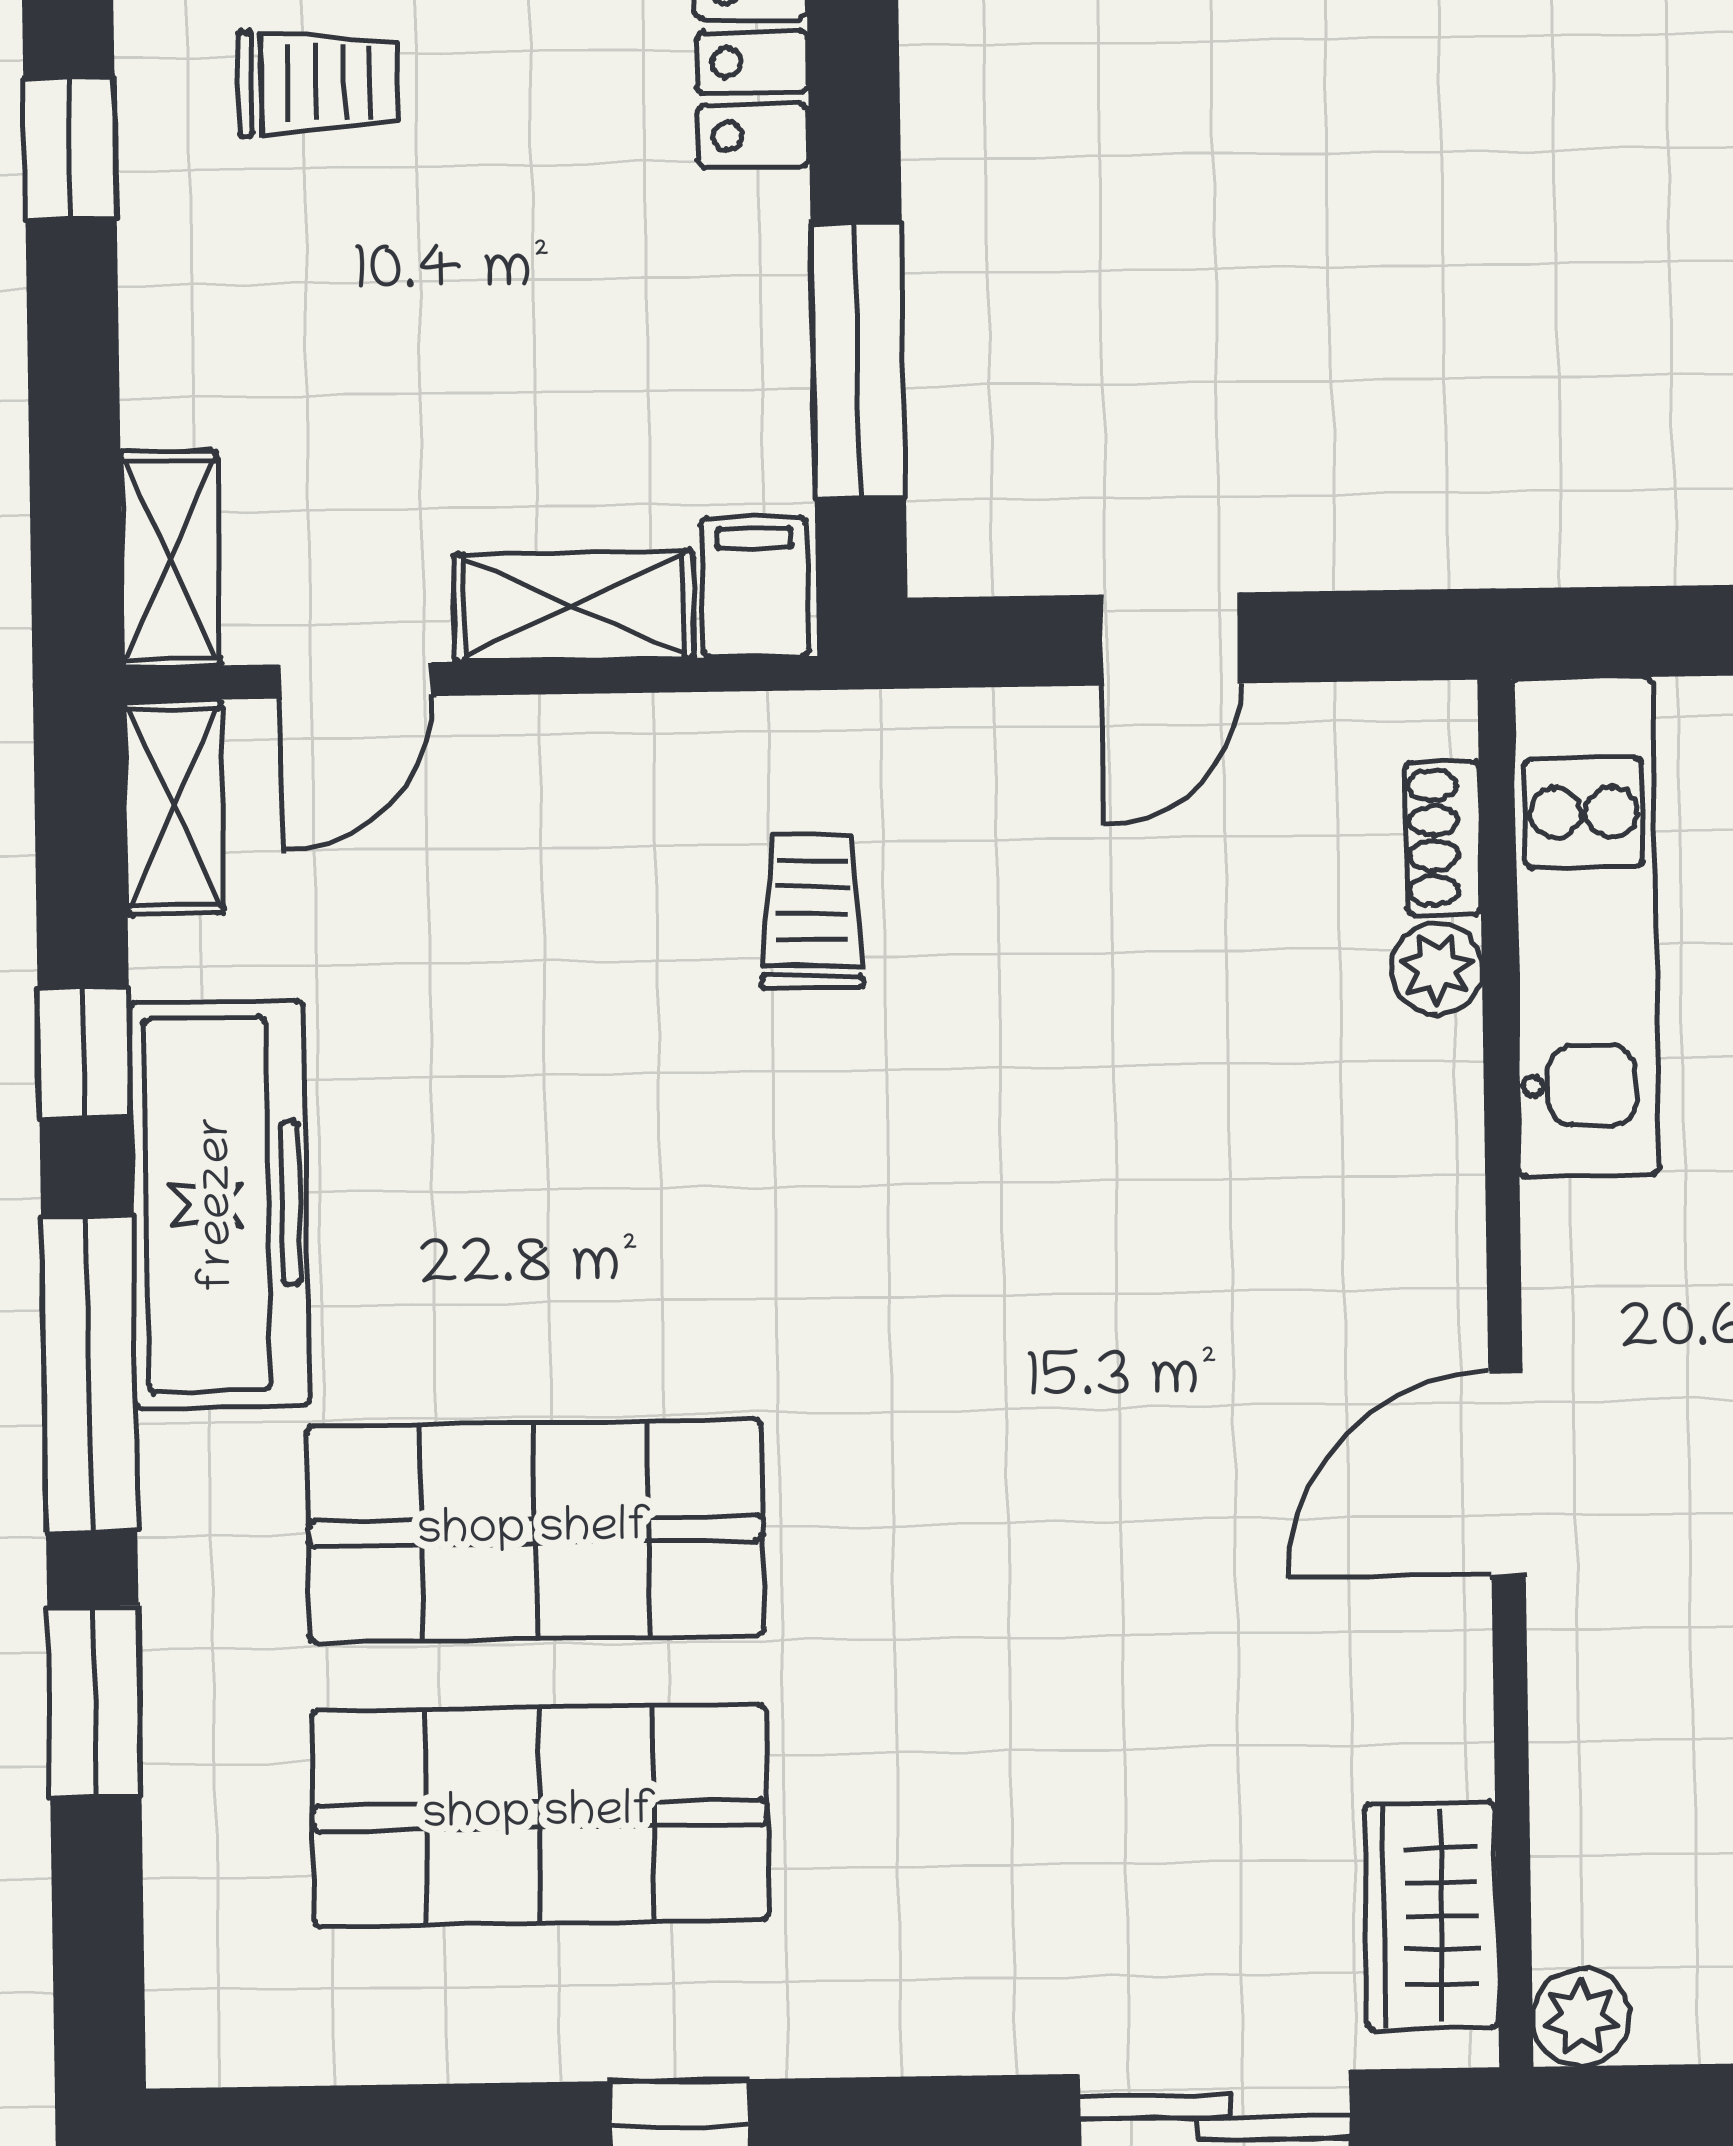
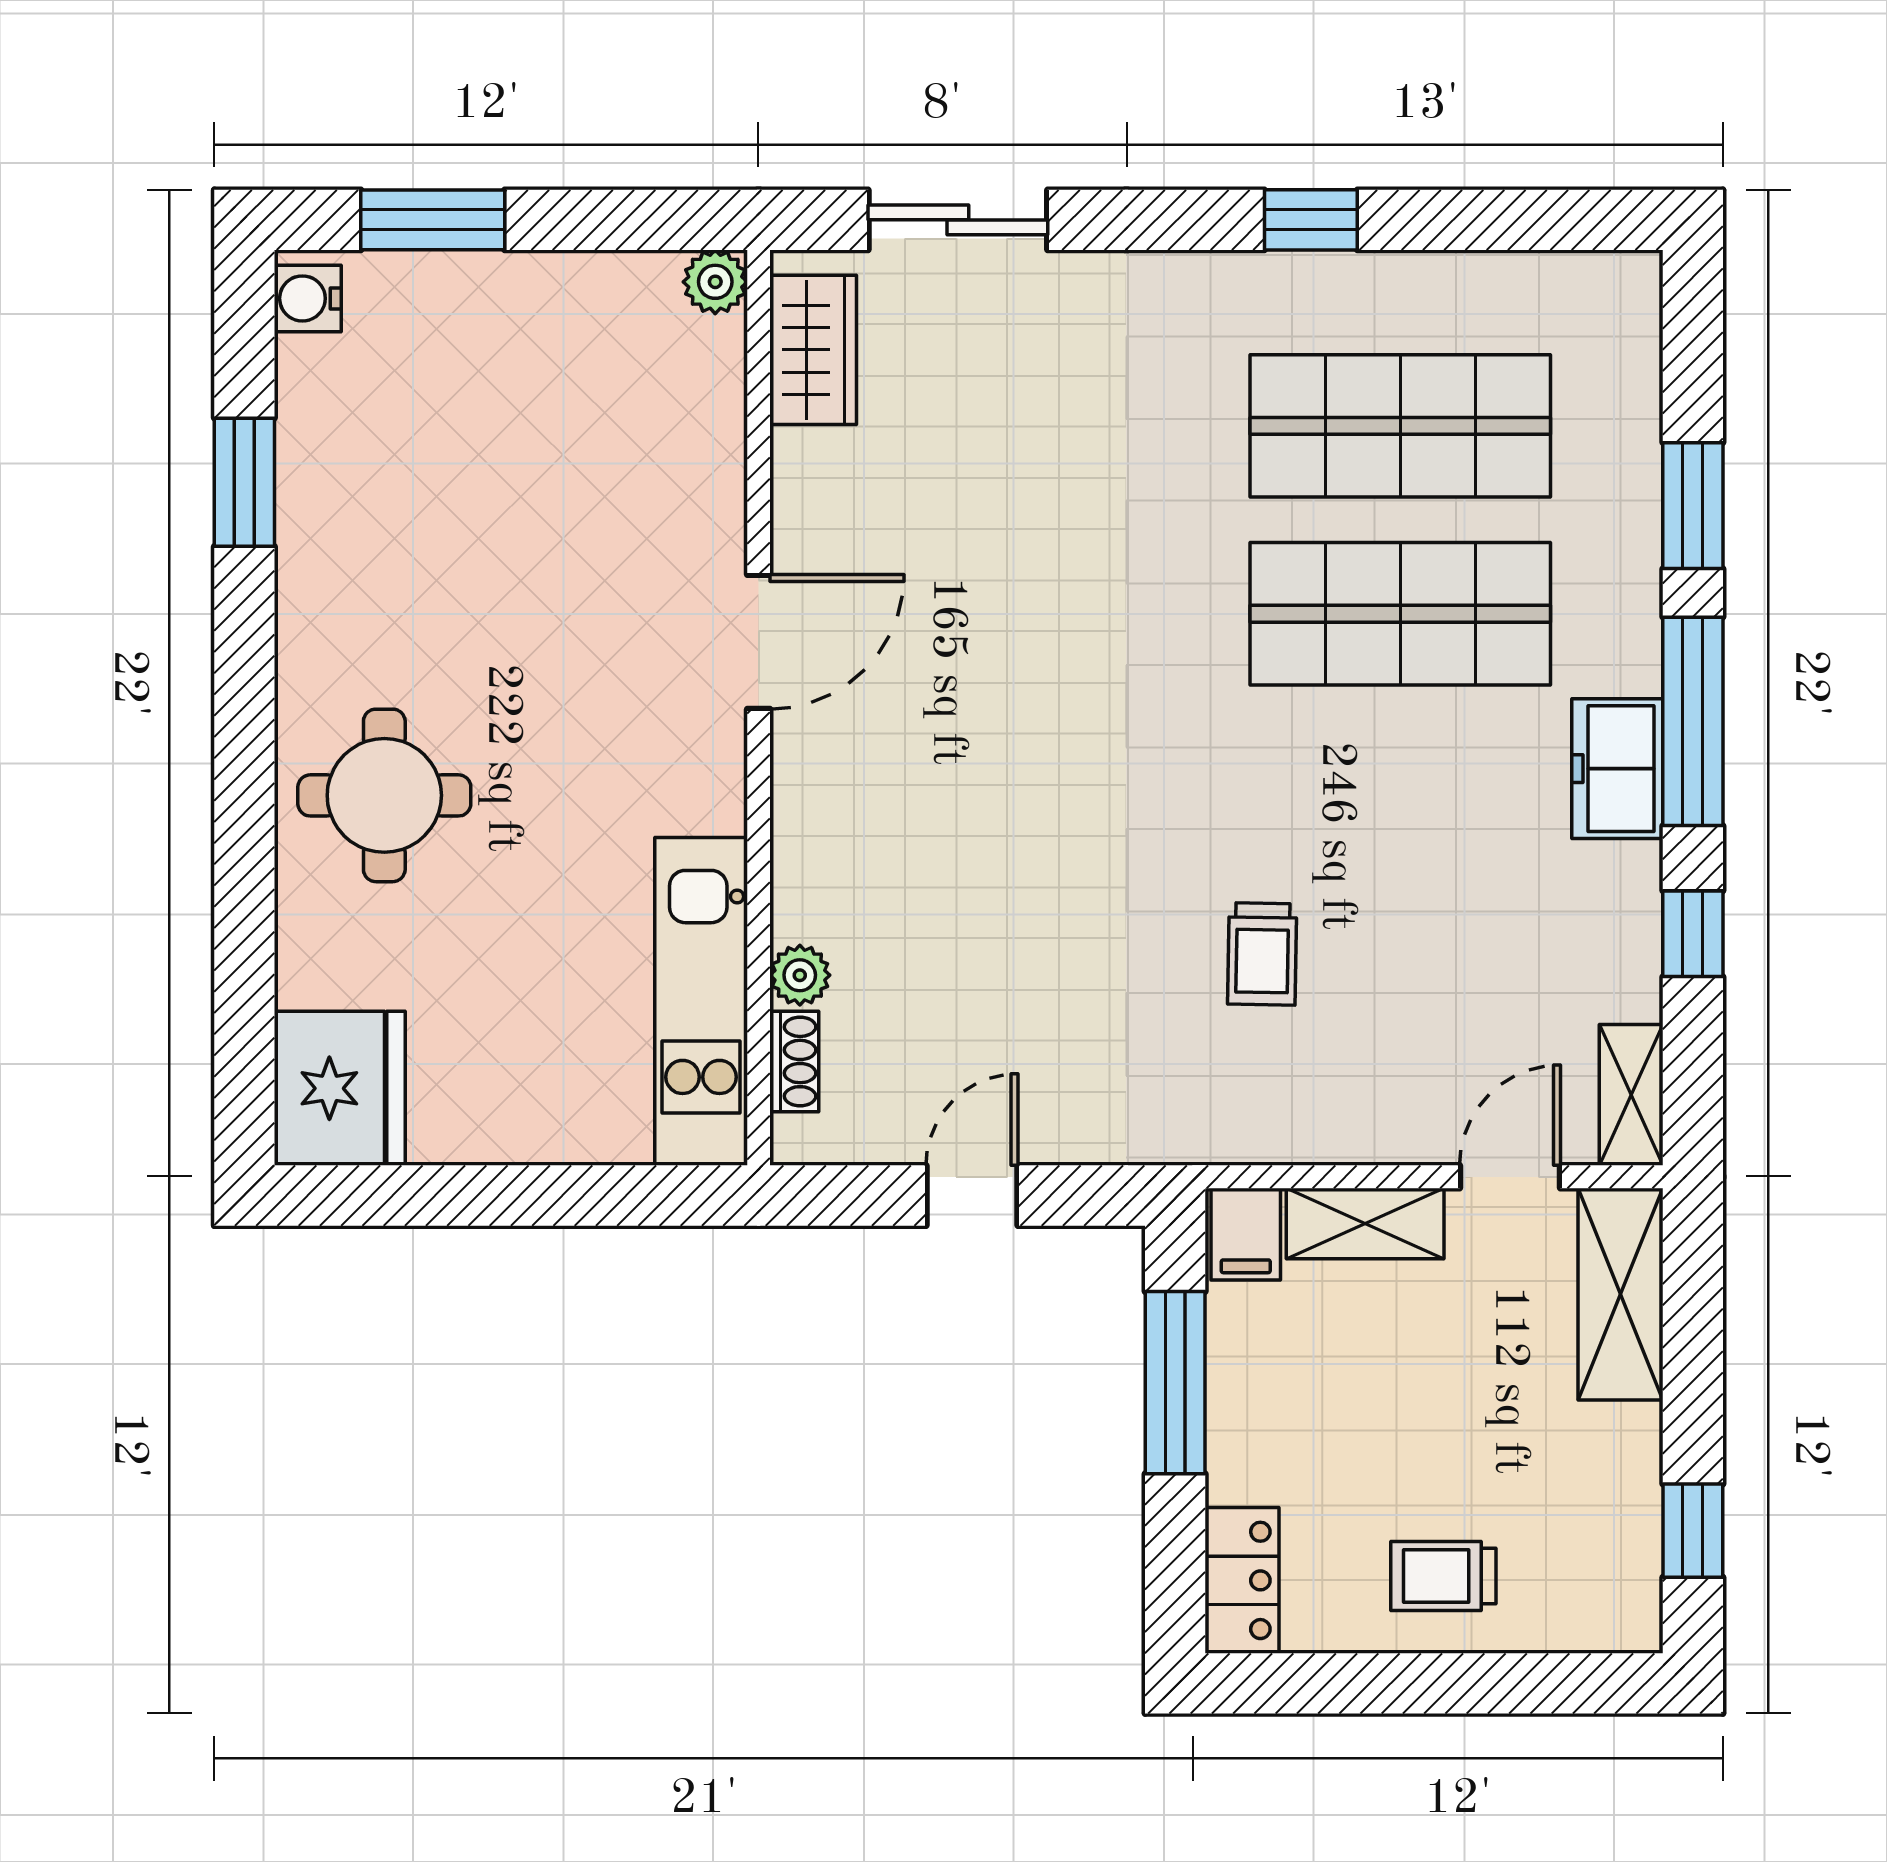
trolley: (318, 83) -> (1443, 1576), moved
shelving: (170, 559) -> (1621, 1294), width x1.50, depth x1.33
trolley: (812, 911) -> (1262, 954), moved
freezer: (219, 1204) -> (1617, 769), width x0.52, depth x0.79

